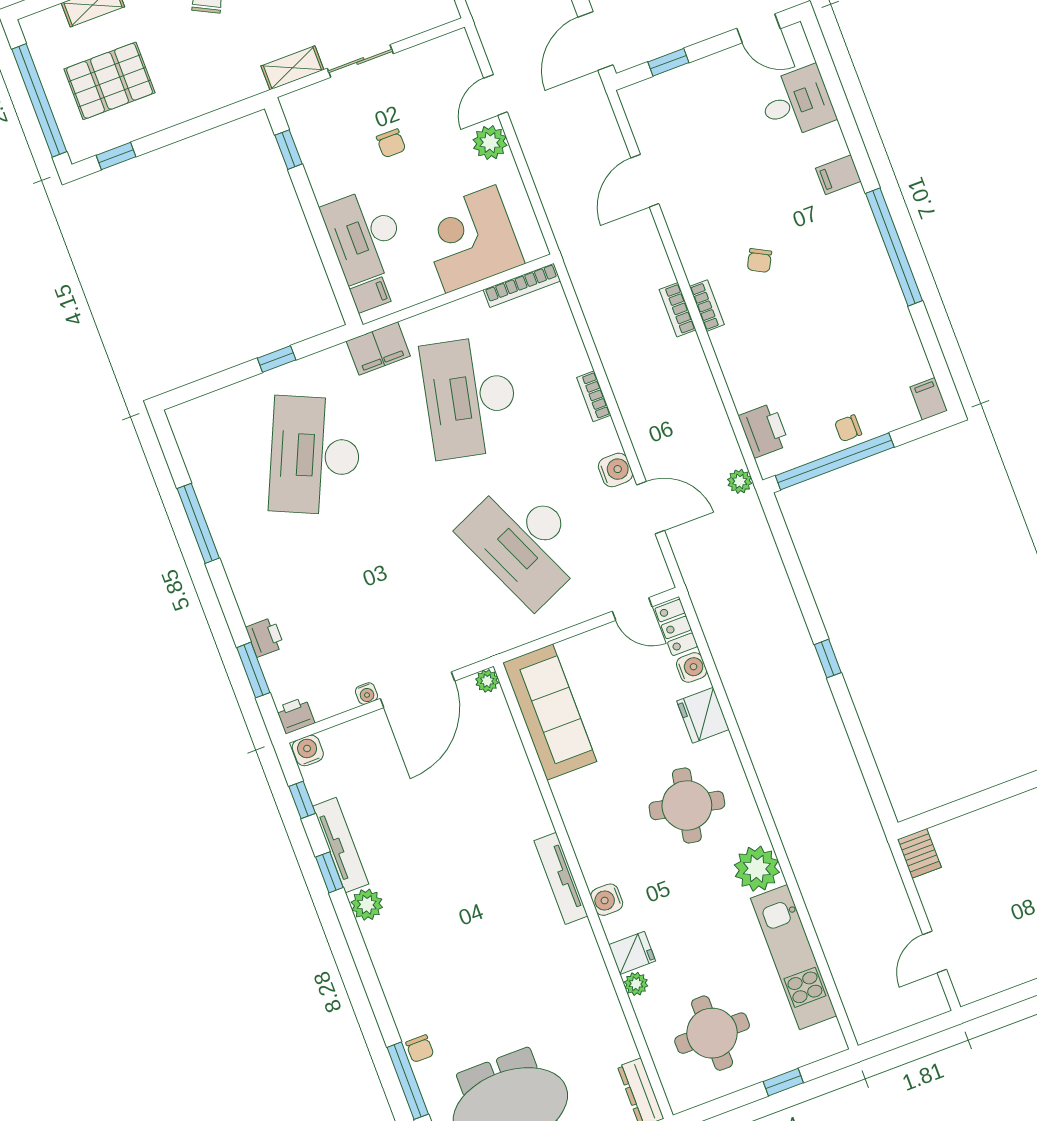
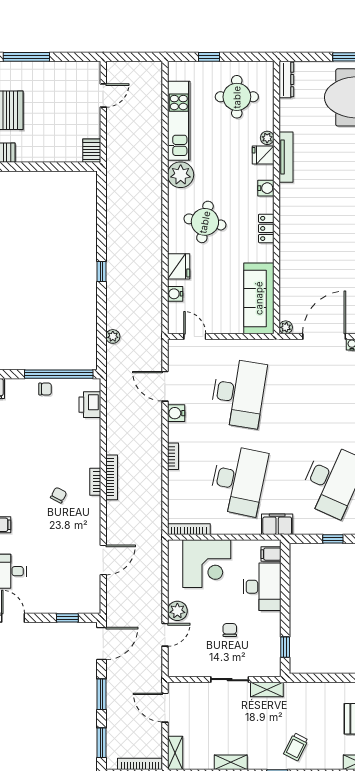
bookcase: (678, 310) -> (112, 477), width x1.56
plant: (740, 481) -> (113, 336), moved
desk: (525, 542) -> (238, 393), turned 33
locker: (676, 627) -> (266, 228), moved, turned 180
tv unit: (561, 878) -> (286, 157), moved

